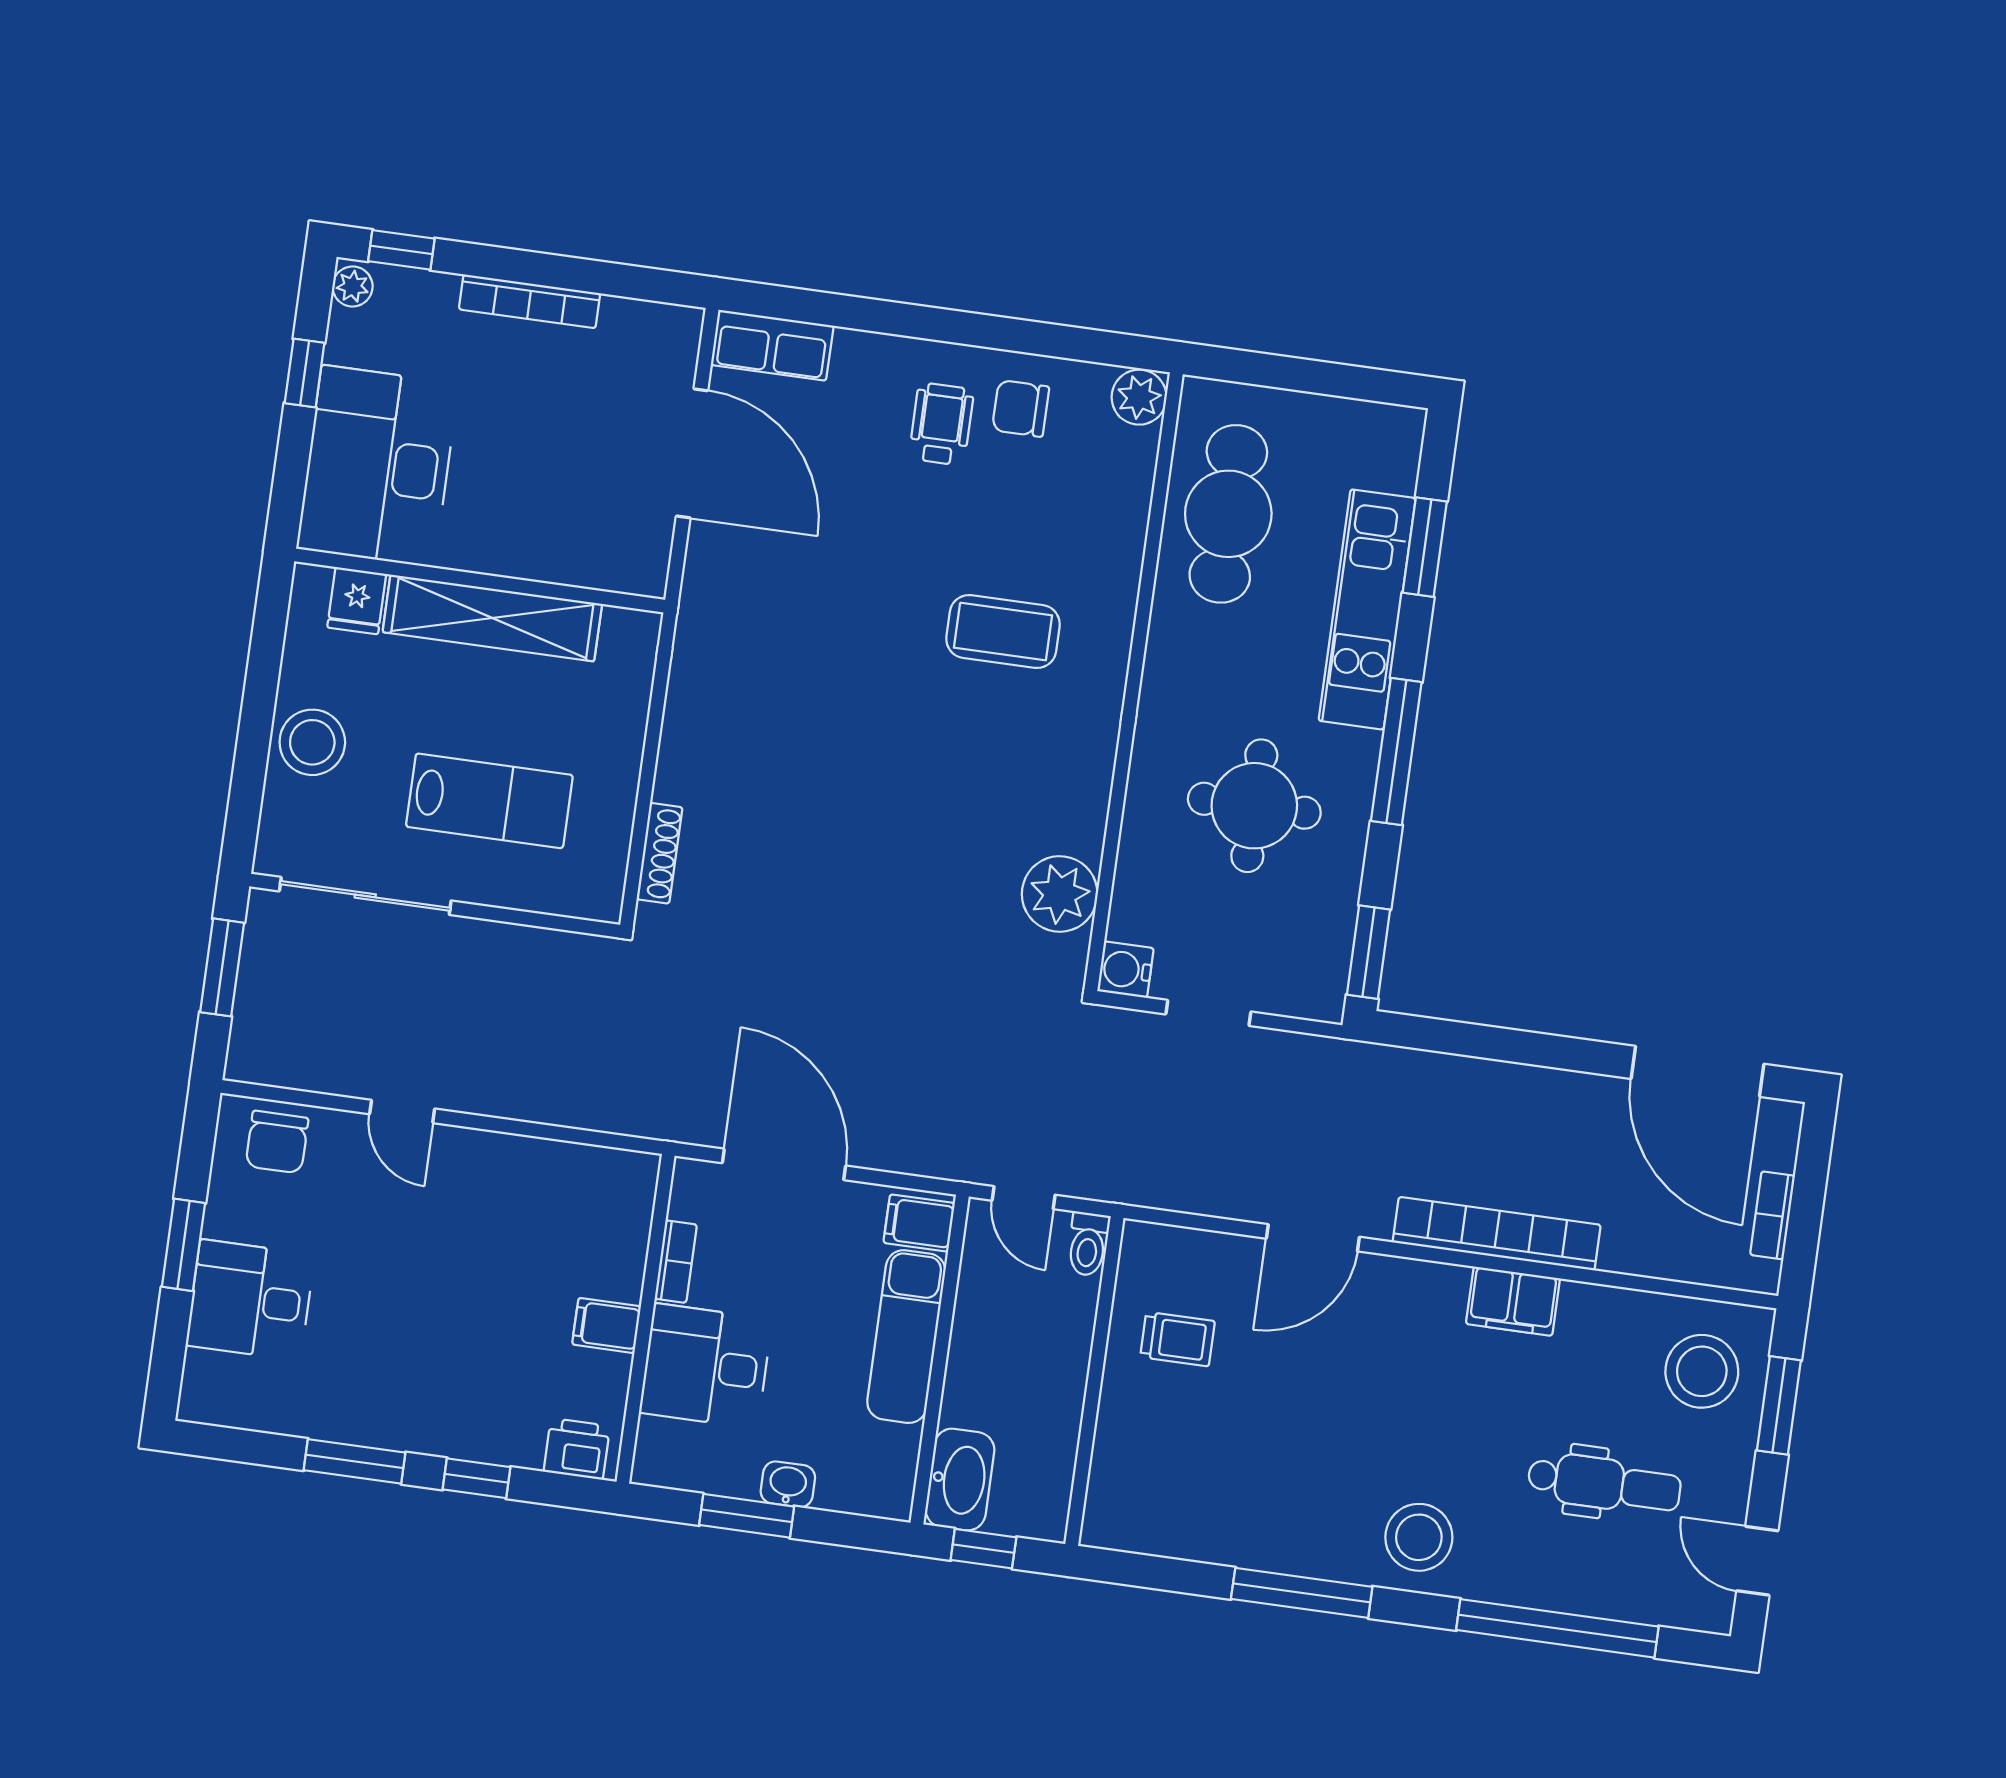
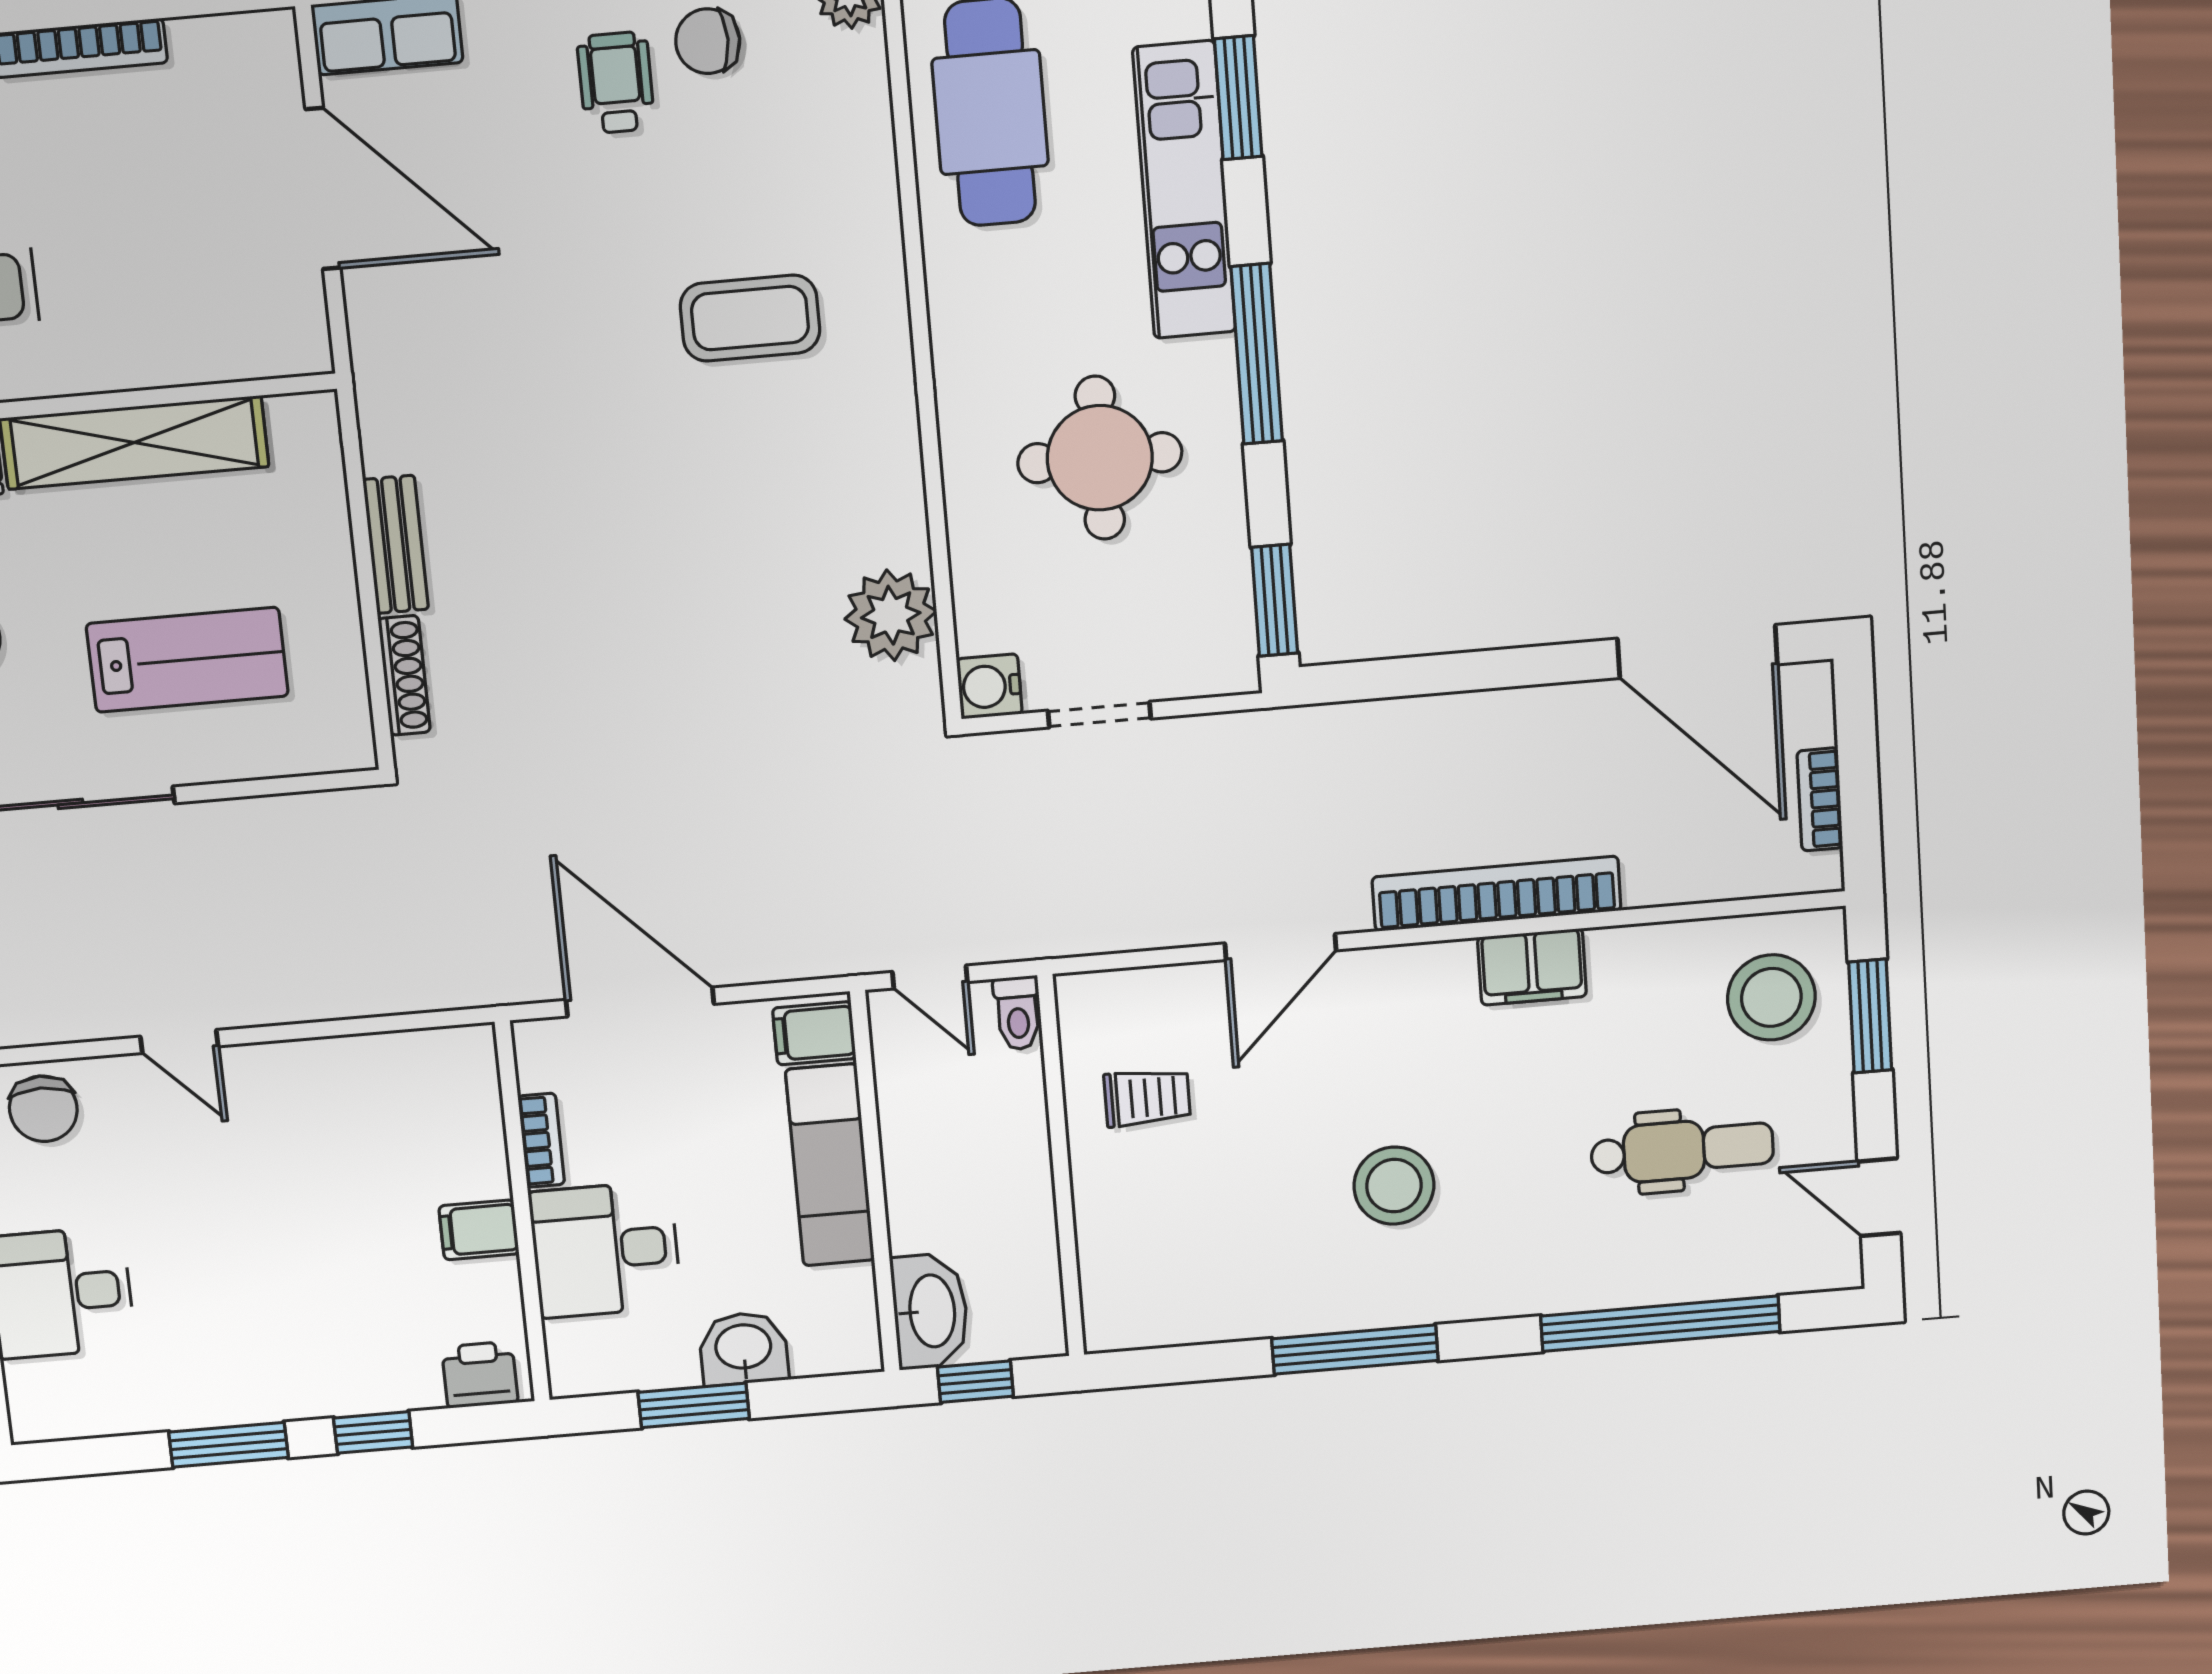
bench: (679, 747) -> (396, 544), added
washbasin: (788, 1484) -> (743, 1349), width x1.38, depth x1.45
stool: (1419, 1537) -> (1394, 1186), moved

